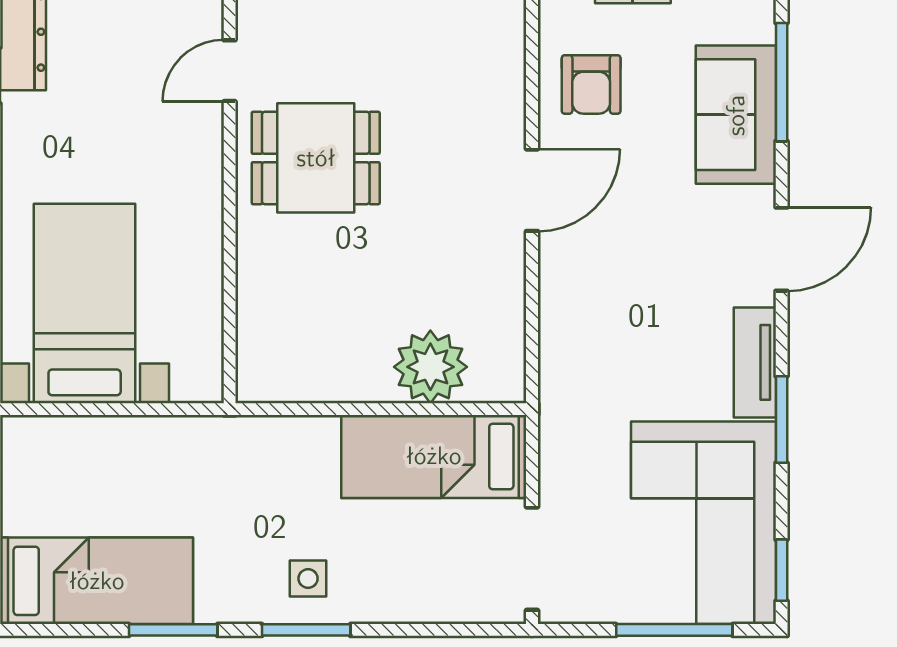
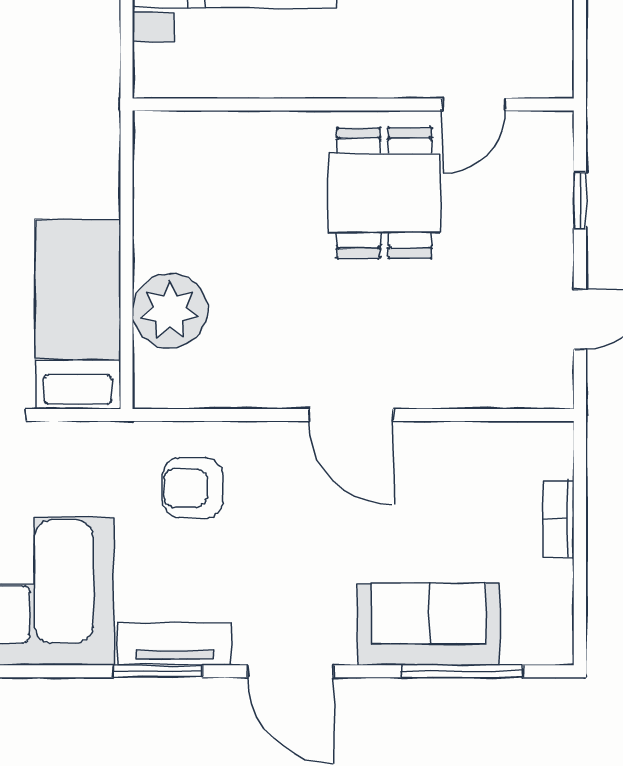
door: (230, 71) -> (474, 105), swing flipped
armchair: (591, 84) -> (193, 488), moved
window: (782, 419) -> (158, 671), moved

